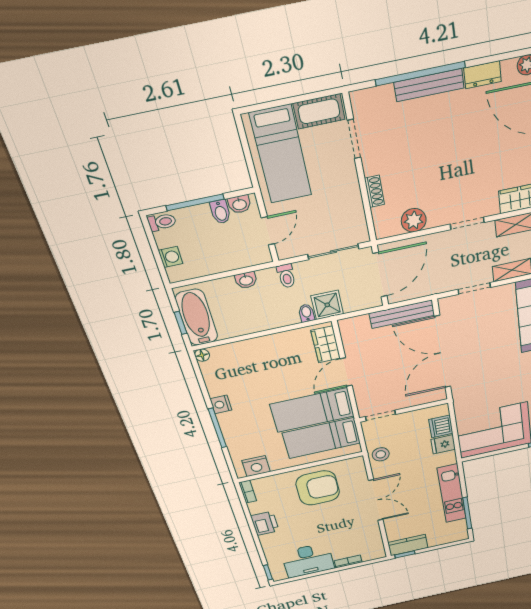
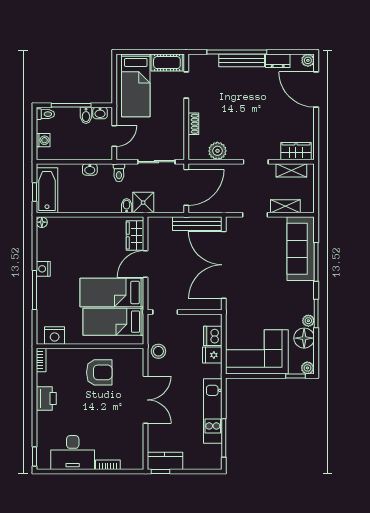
armchair: (318, 488) -> (99, 372), width x0.73, depth x0.73

